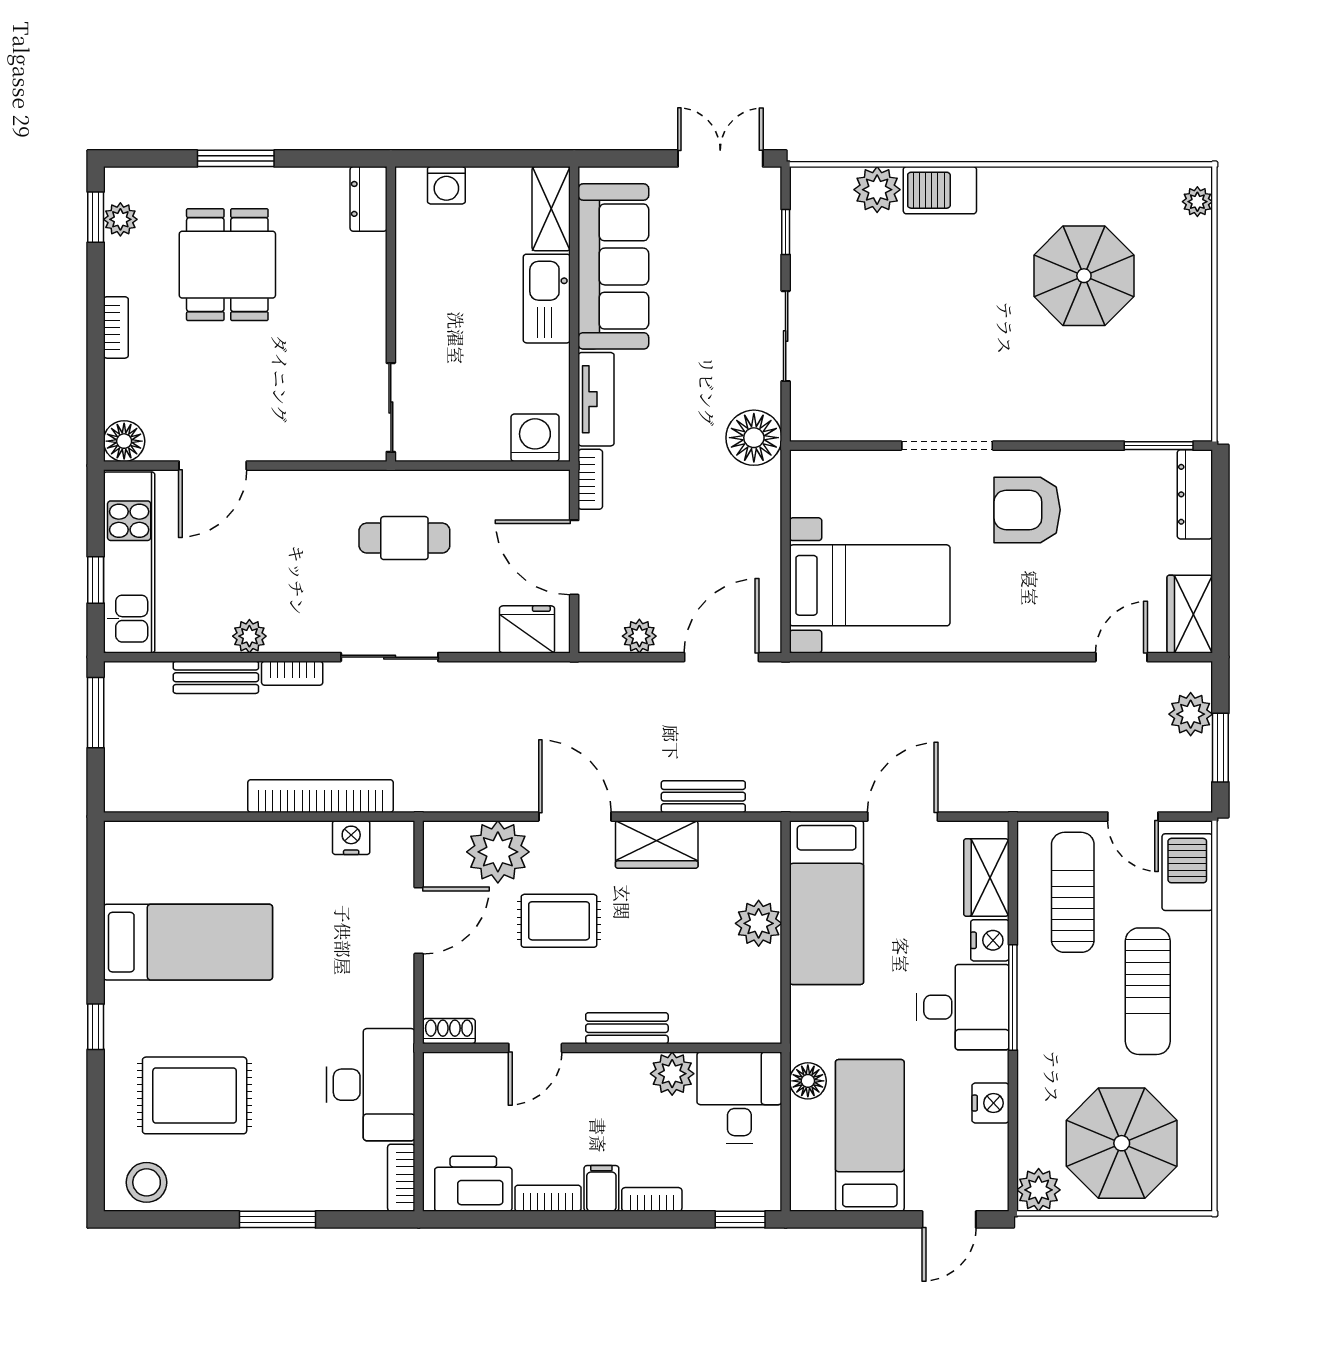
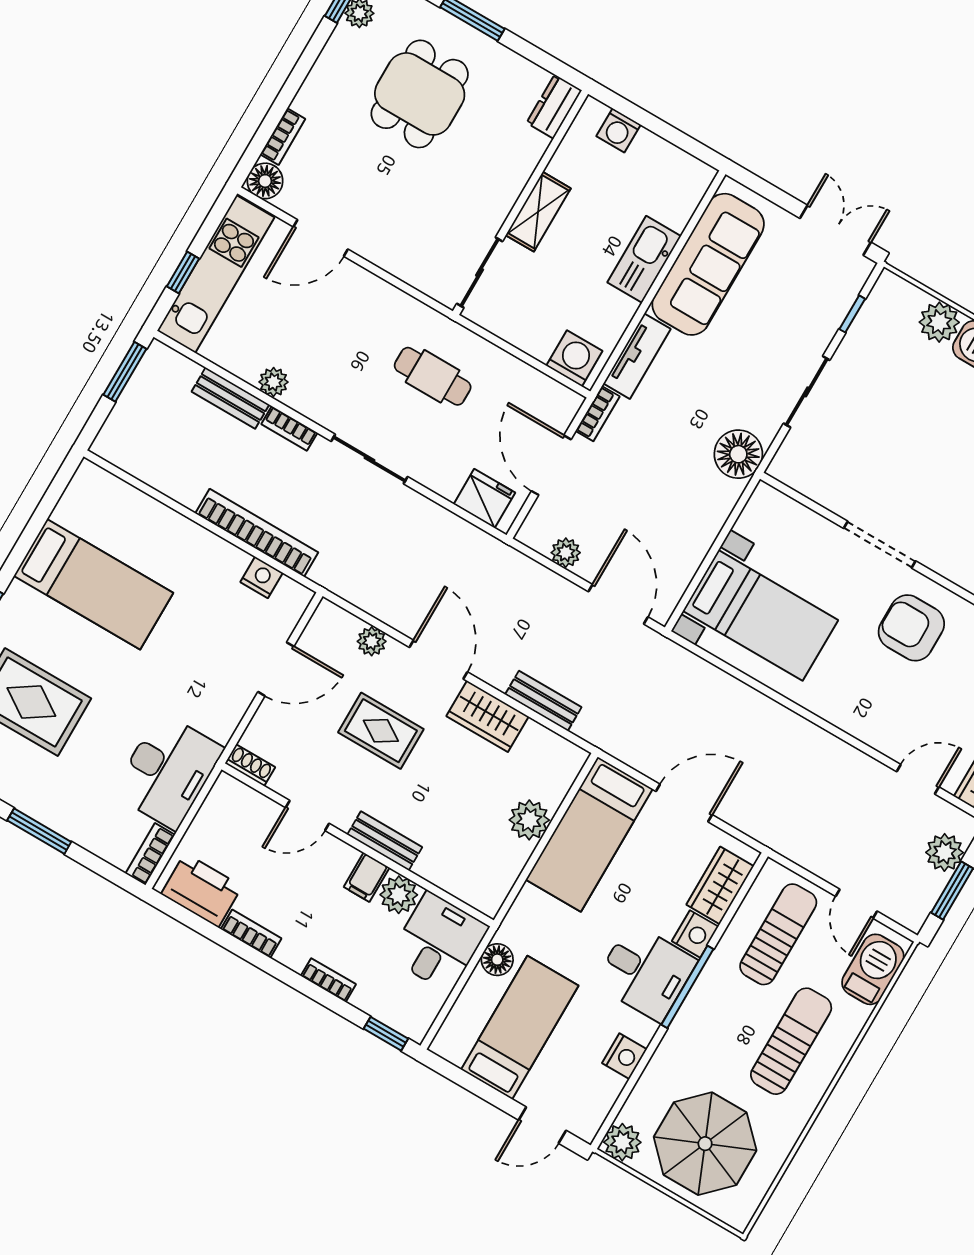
shelving: (551, 209) -> (538, 212), moved
bookcase: (116, 327) -> (283, 137), moved
door: (722, 657) -> (618, 604), hinge flipped
plant: (498, 852) -> (372, 641), width x0.53, depth x0.53
sun lounger: (1148, 991) -> (791, 1041), turned 180
filing cabinet: (601, 1188) -> (367, 877), moved, turned 180

